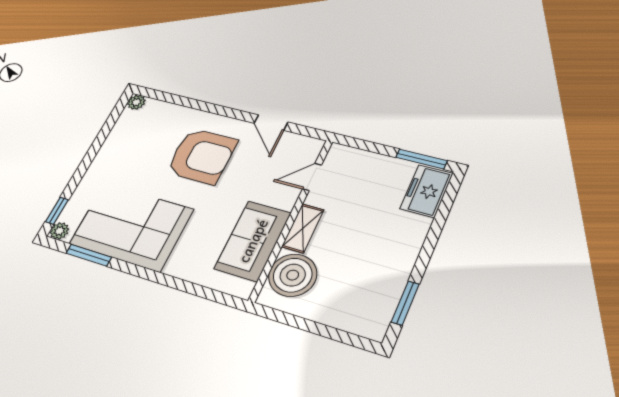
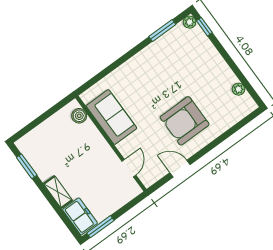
plant: (136, 102) -> (239, 89), moved
corner sofa: (131, 227) -> (165, 61), removed
shelving: (303, 228) -> (58, 192), moved
boiler: (293, 275) -> (79, 116), width x0.54, depth x0.54

